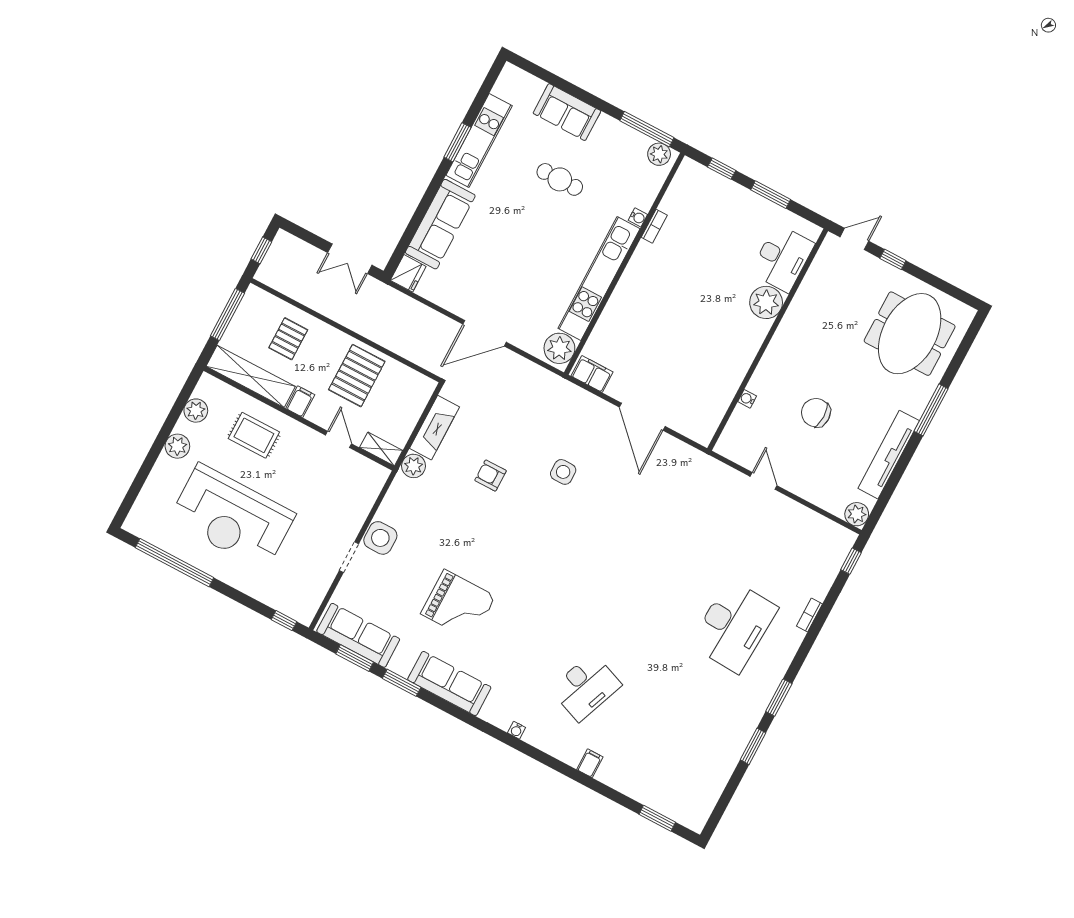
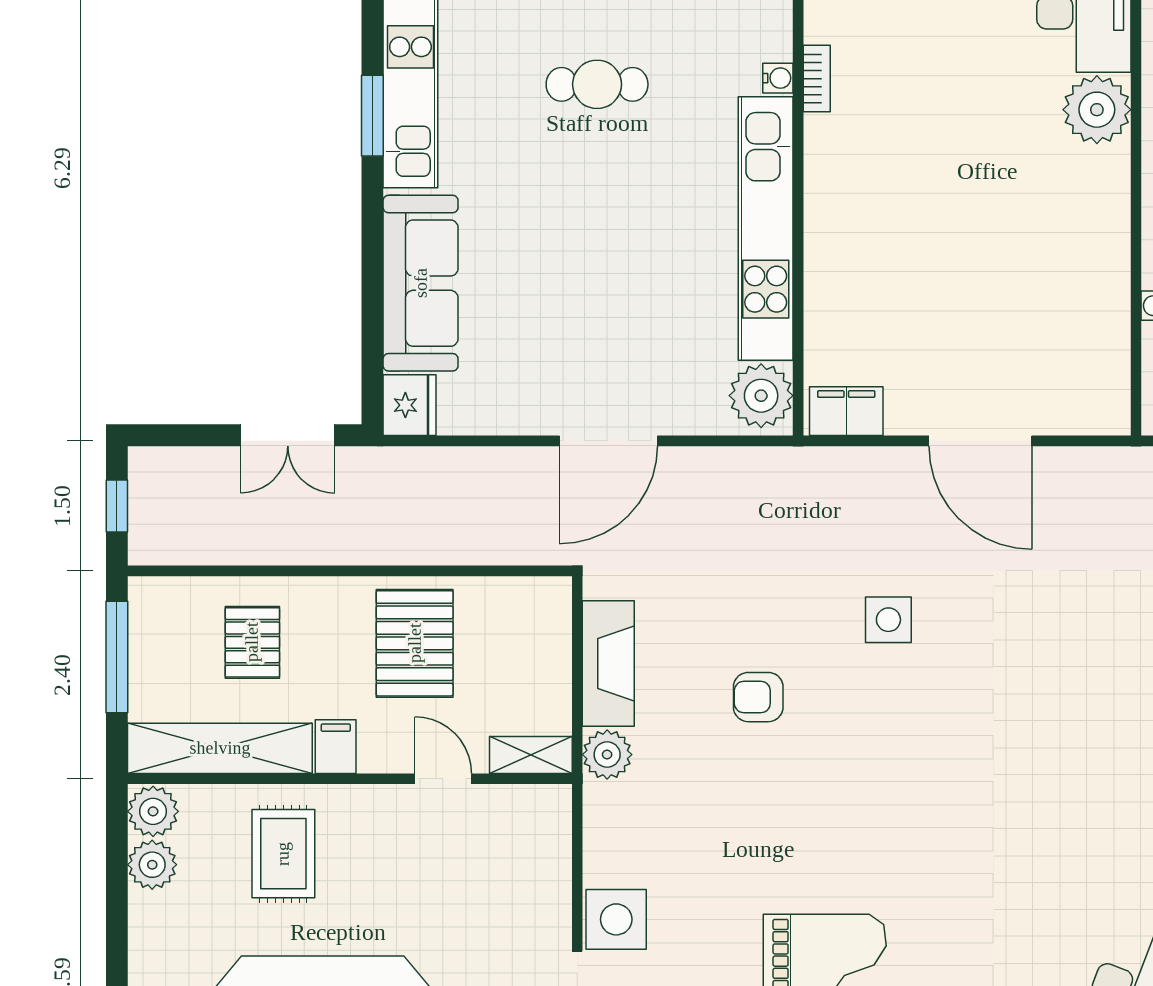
rug: (254, 435) -> (283, 854), turned 90
plant: (177, 446) -> (153, 811), moved

